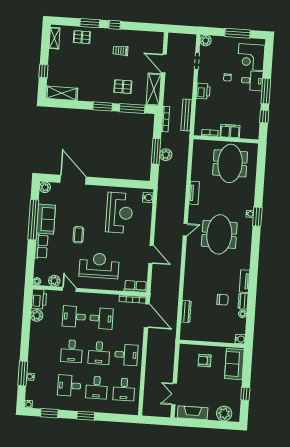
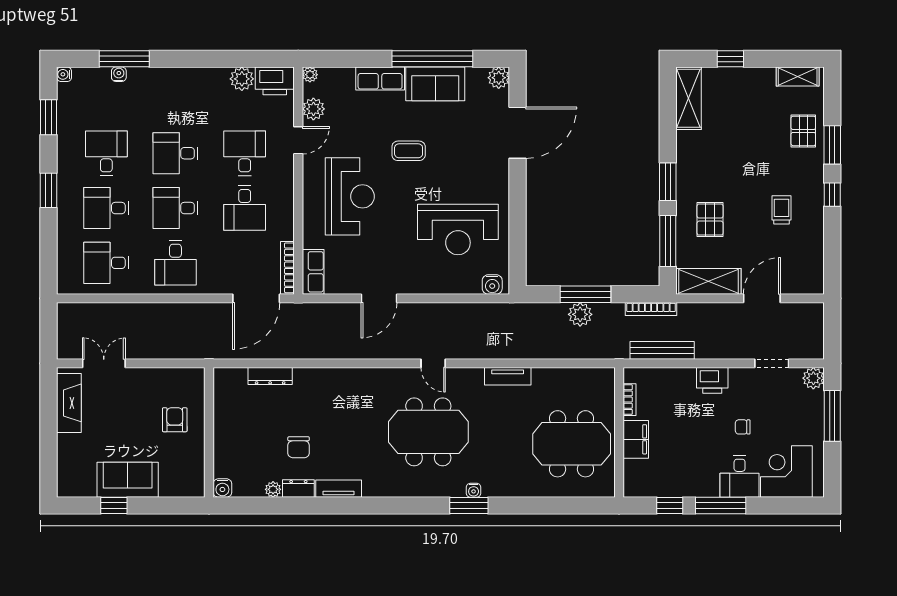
window: (237, 33) -> (832, 416), moved
sofa: (234, 364) -> (128, 480), moved
plant: (224, 413) -> (72, 466), removed

